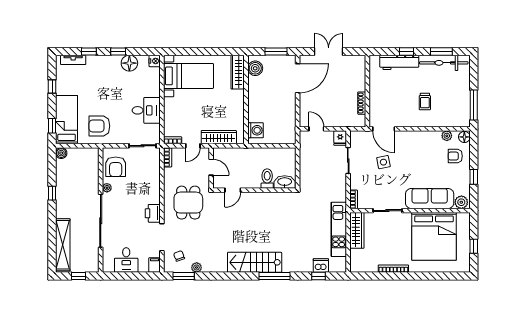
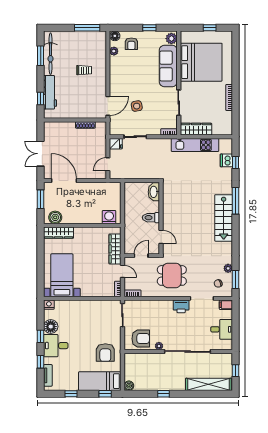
window: (407, 51) -> (41, 98), moved
desk: (146, 110) -> (56, 346), moved, turned -90
toilet: (267, 179) -> (151, 218), moved

